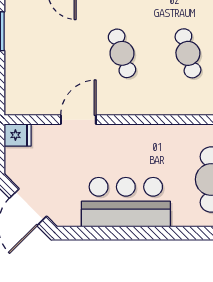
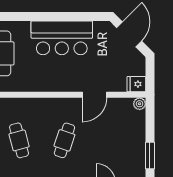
cafe table: (122, 53) -> (64, 140), turned 36
plant: (13, 106) -> (140, 104), added

